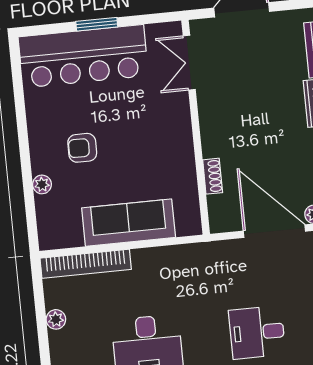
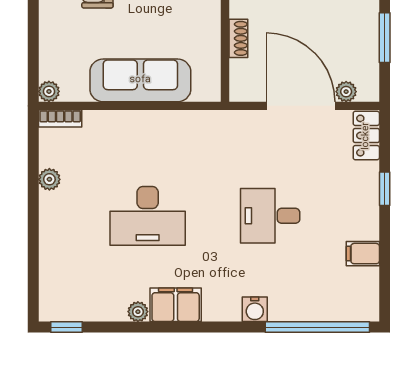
plant: (42, 184) -> (49, 91), moved
bookcase: (86, 264) -> (60, 118), width x0.43, depth x0.76

